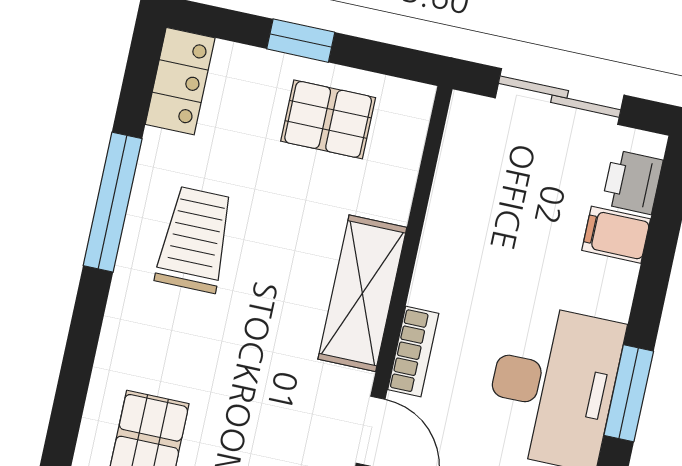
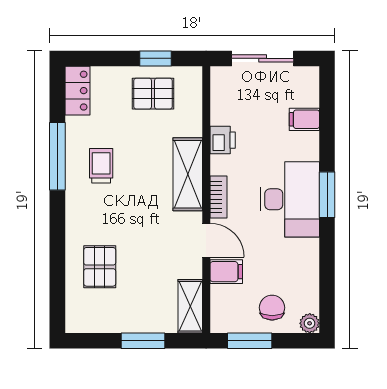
window: (301, 41) -> (155, 58), moved
printer: (632, 182) -> (223, 140), moved, turned 180
trolley: (195, 240) -> (101, 166), width x0.73, depth x0.72

